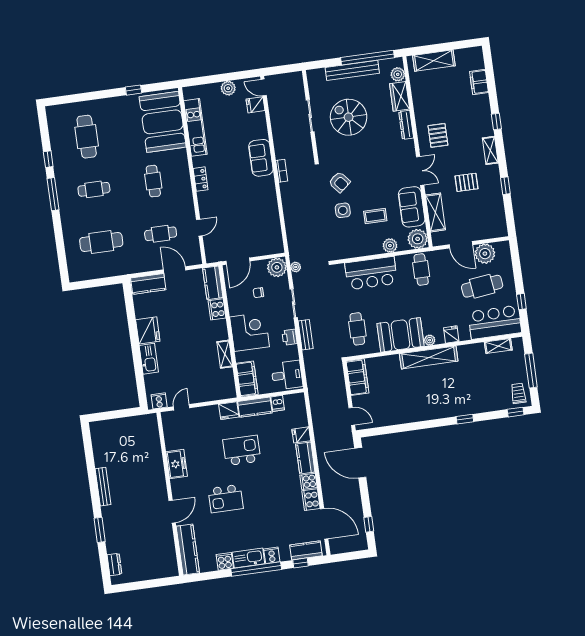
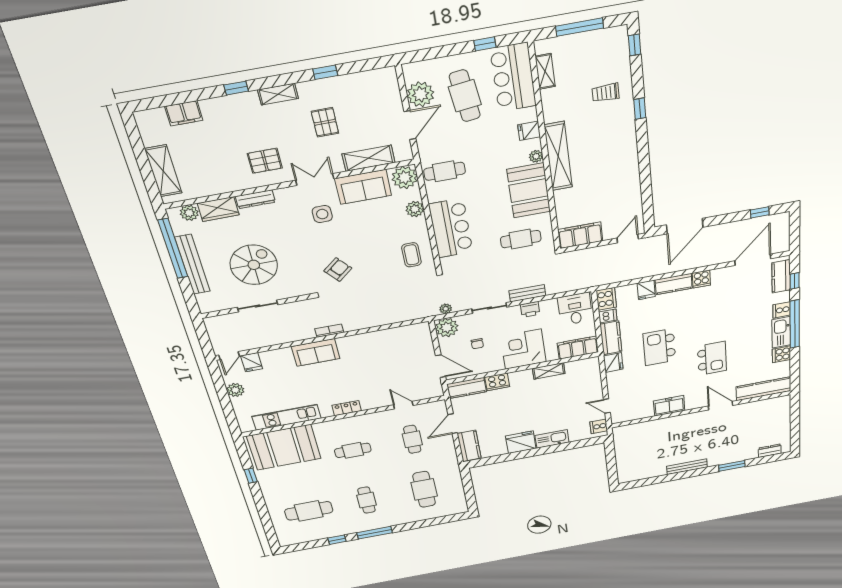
spiral stairs: (349, 117) -> (254, 265), turned 180
side table: (343, 210) -> (322, 214), moved
coffee table: (375, 216) -> (411, 255), moved
trolley: (518, 393) -> (606, 93), moved
cooker: (311, 500) -> (606, 299), moved, turned -90

